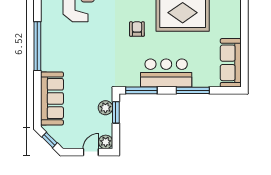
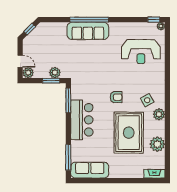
window: (37, 46) -> (89, 20), moved
window: (193, 90) -> (68, 157), moved
sofa: (52, 98) -> (88, 31), moved

